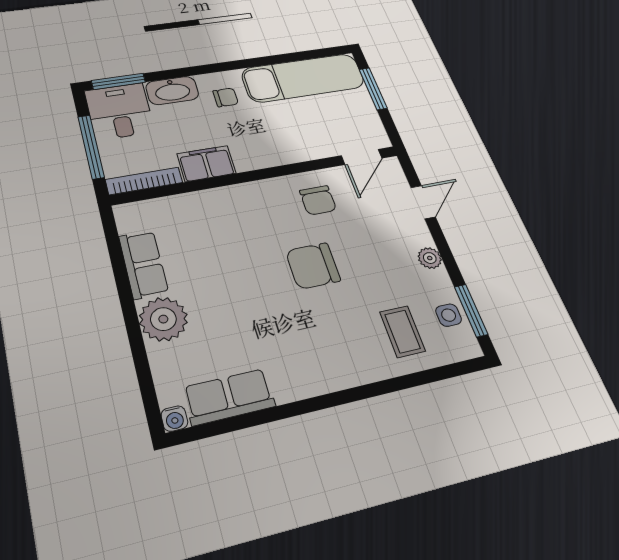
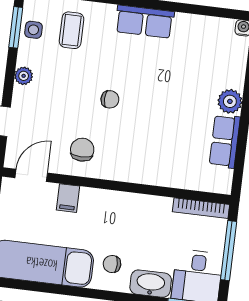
filing cabinet: (206, 164) -> (68, 198), moved, width x0.50
chair: (313, 266) -> (110, 99), width x0.54, depth x0.54
plant: (163, 319) -> (230, 101), width x0.73, depth x0.73
row of seats: (229, 397) -> (145, 22), moved

